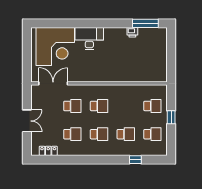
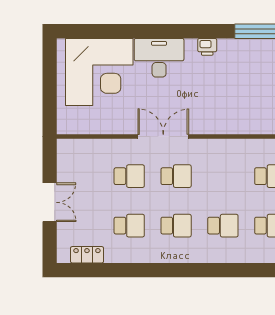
printer: (132, 32) -> (207, 47), moved
double door: (53, 83) -> (163, 137), moved
window: (135, 160) -> (240, 270), removed

